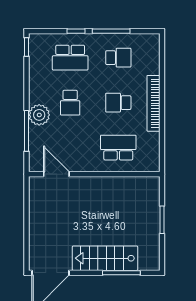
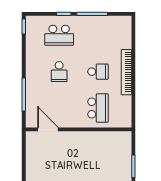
school desk: (118, 58) -> (98, 35), removed
school desk: (118, 103) -> (98, 72), turned 180
plant: (39, 115) -> (34, 82), removed
school desk: (118, 148) -> (98, 108), turned 90

